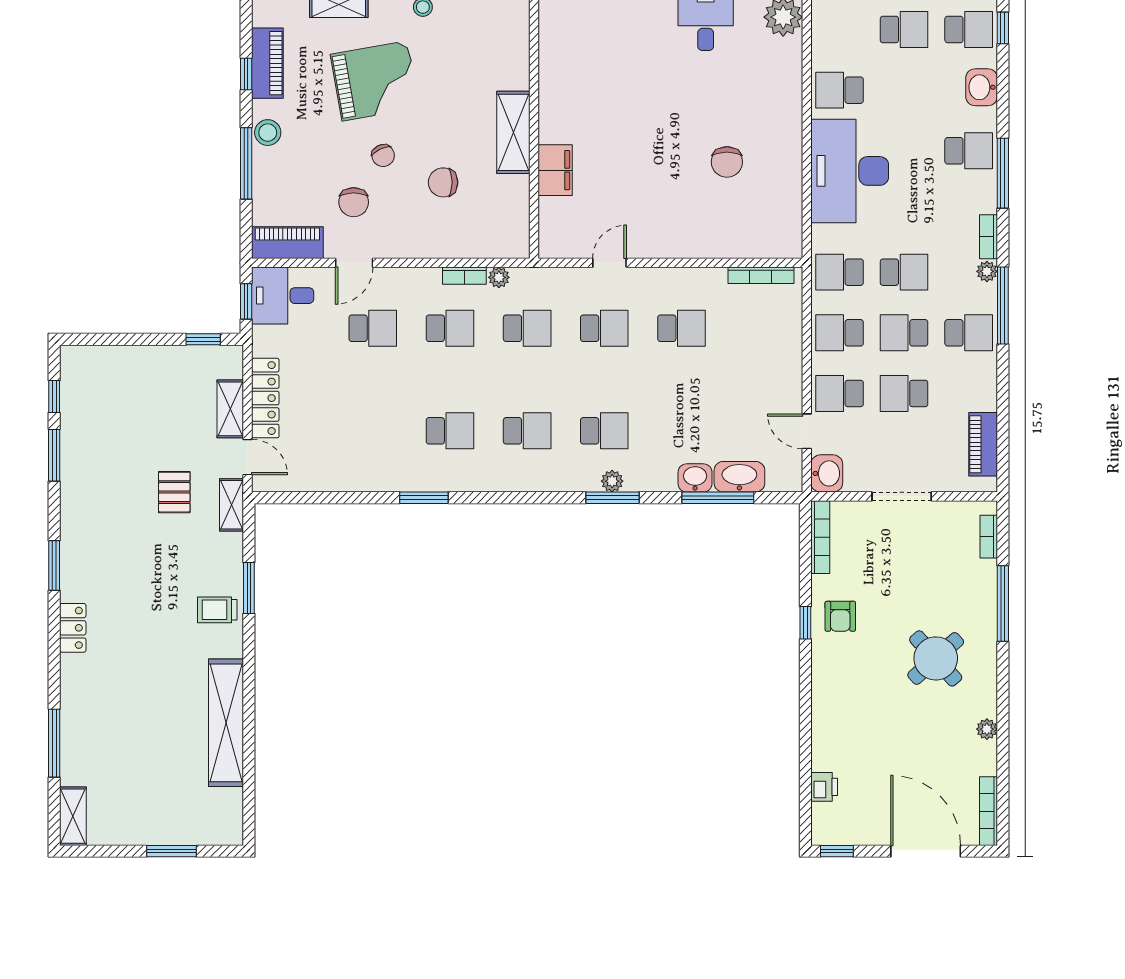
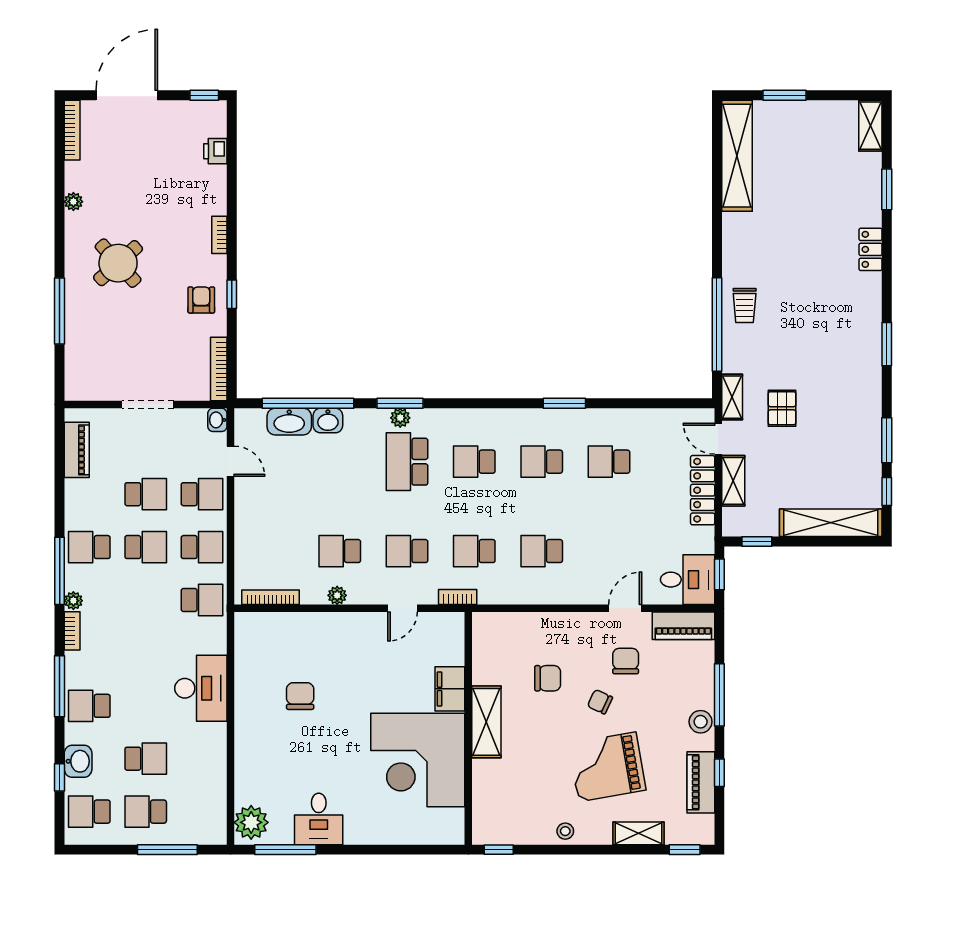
window: (1003, 28) -> (60, 777), moved
corner desk: (592, 89) -> (418, 760), added
school desk: (840, 90) -> (146, 759), moved
chair: (383, 156) -> (600, 702), turned -40
desk: (850, 171) -> (201, 688), width x0.73, depth x0.77
school desk: (904, 272) -> (146, 600), removed
bookcase: (464, 276) -> (458, 597), moved
plant: (499, 277) -> (337, 595), moved
school desk: (373, 328) -> (609, 462), moved
shelving: (118, 361) -> (831, 523), added
school desk: (604, 431) -> (407, 462), width x1.85
washbasin: (827, 473) -> (217, 420), width x0.72, depth x0.69
window: (718, 498) -> (308, 403), width x1.46
bookcase: (989, 537) -> (219, 235), moved, turned 180
window: (249, 588) -> (717, 324), width x2.11
trolley: (217, 610) -> (745, 306), turned 90
locker: (73, 628) -> (871, 249), moved
shelving: (226, 723) -> (737, 156), moved
window: (54, 743) -> (887, 189), width x0.69
door: (926, 851) -> (127, 95), swing flipped

